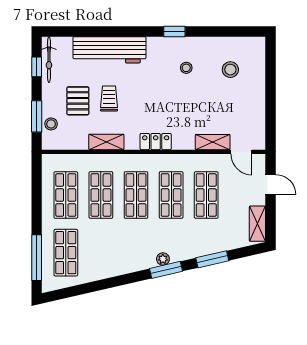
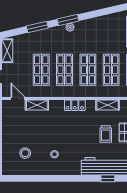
window: (174, 32) -> (108, 178), moved

